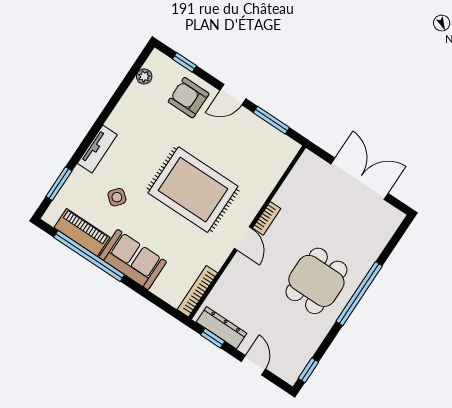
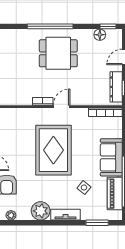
plant: (124, 119) -> (41, 211), added
floor lamp: (305, 352) -> (100, 35), added

